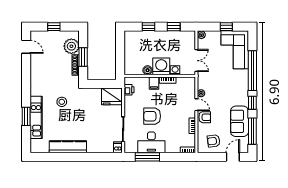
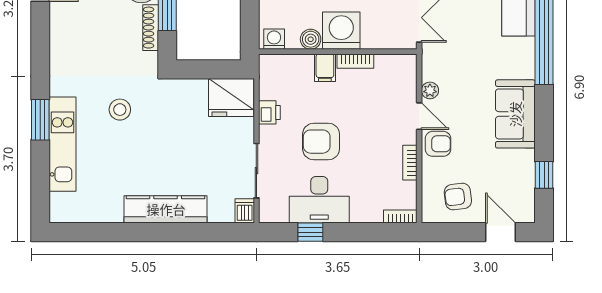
washing machine: (175, 70) -> (274, 39), moved
printer: (129, 90) -> (269, 112), moved
window: (252, 103) -> (544, 112), removed
window: (26, 116) -> (40, 120), moved
sofa: (239, 121) -> (515, 114), moved
window: (252, 131) -> (544, 175), width x0.46
kitchen counter: (68, 147) -> (166, 209), moved
window: (147, 157) -> (310, 232), width x0.46
door: (233, 157) -> (500, 232), hinge flipped

